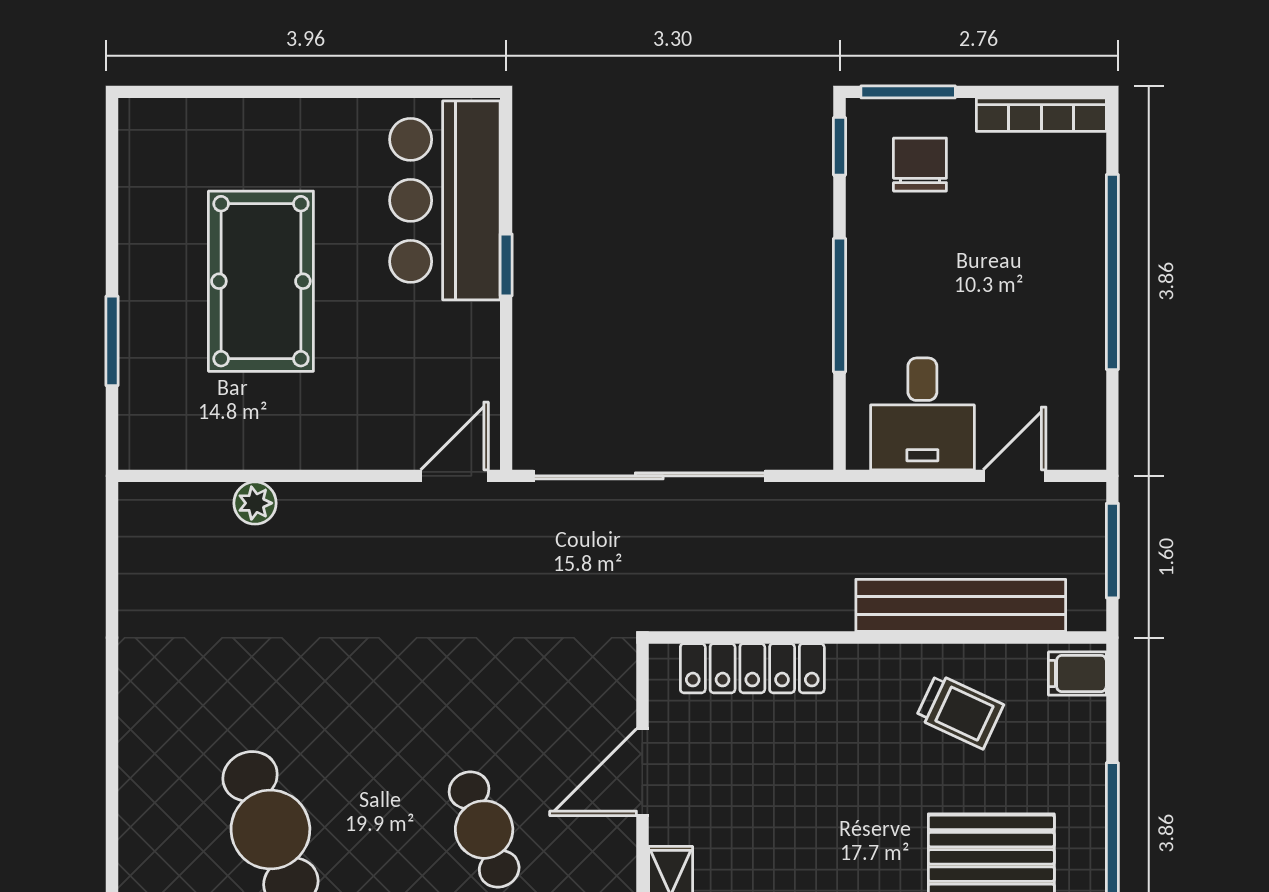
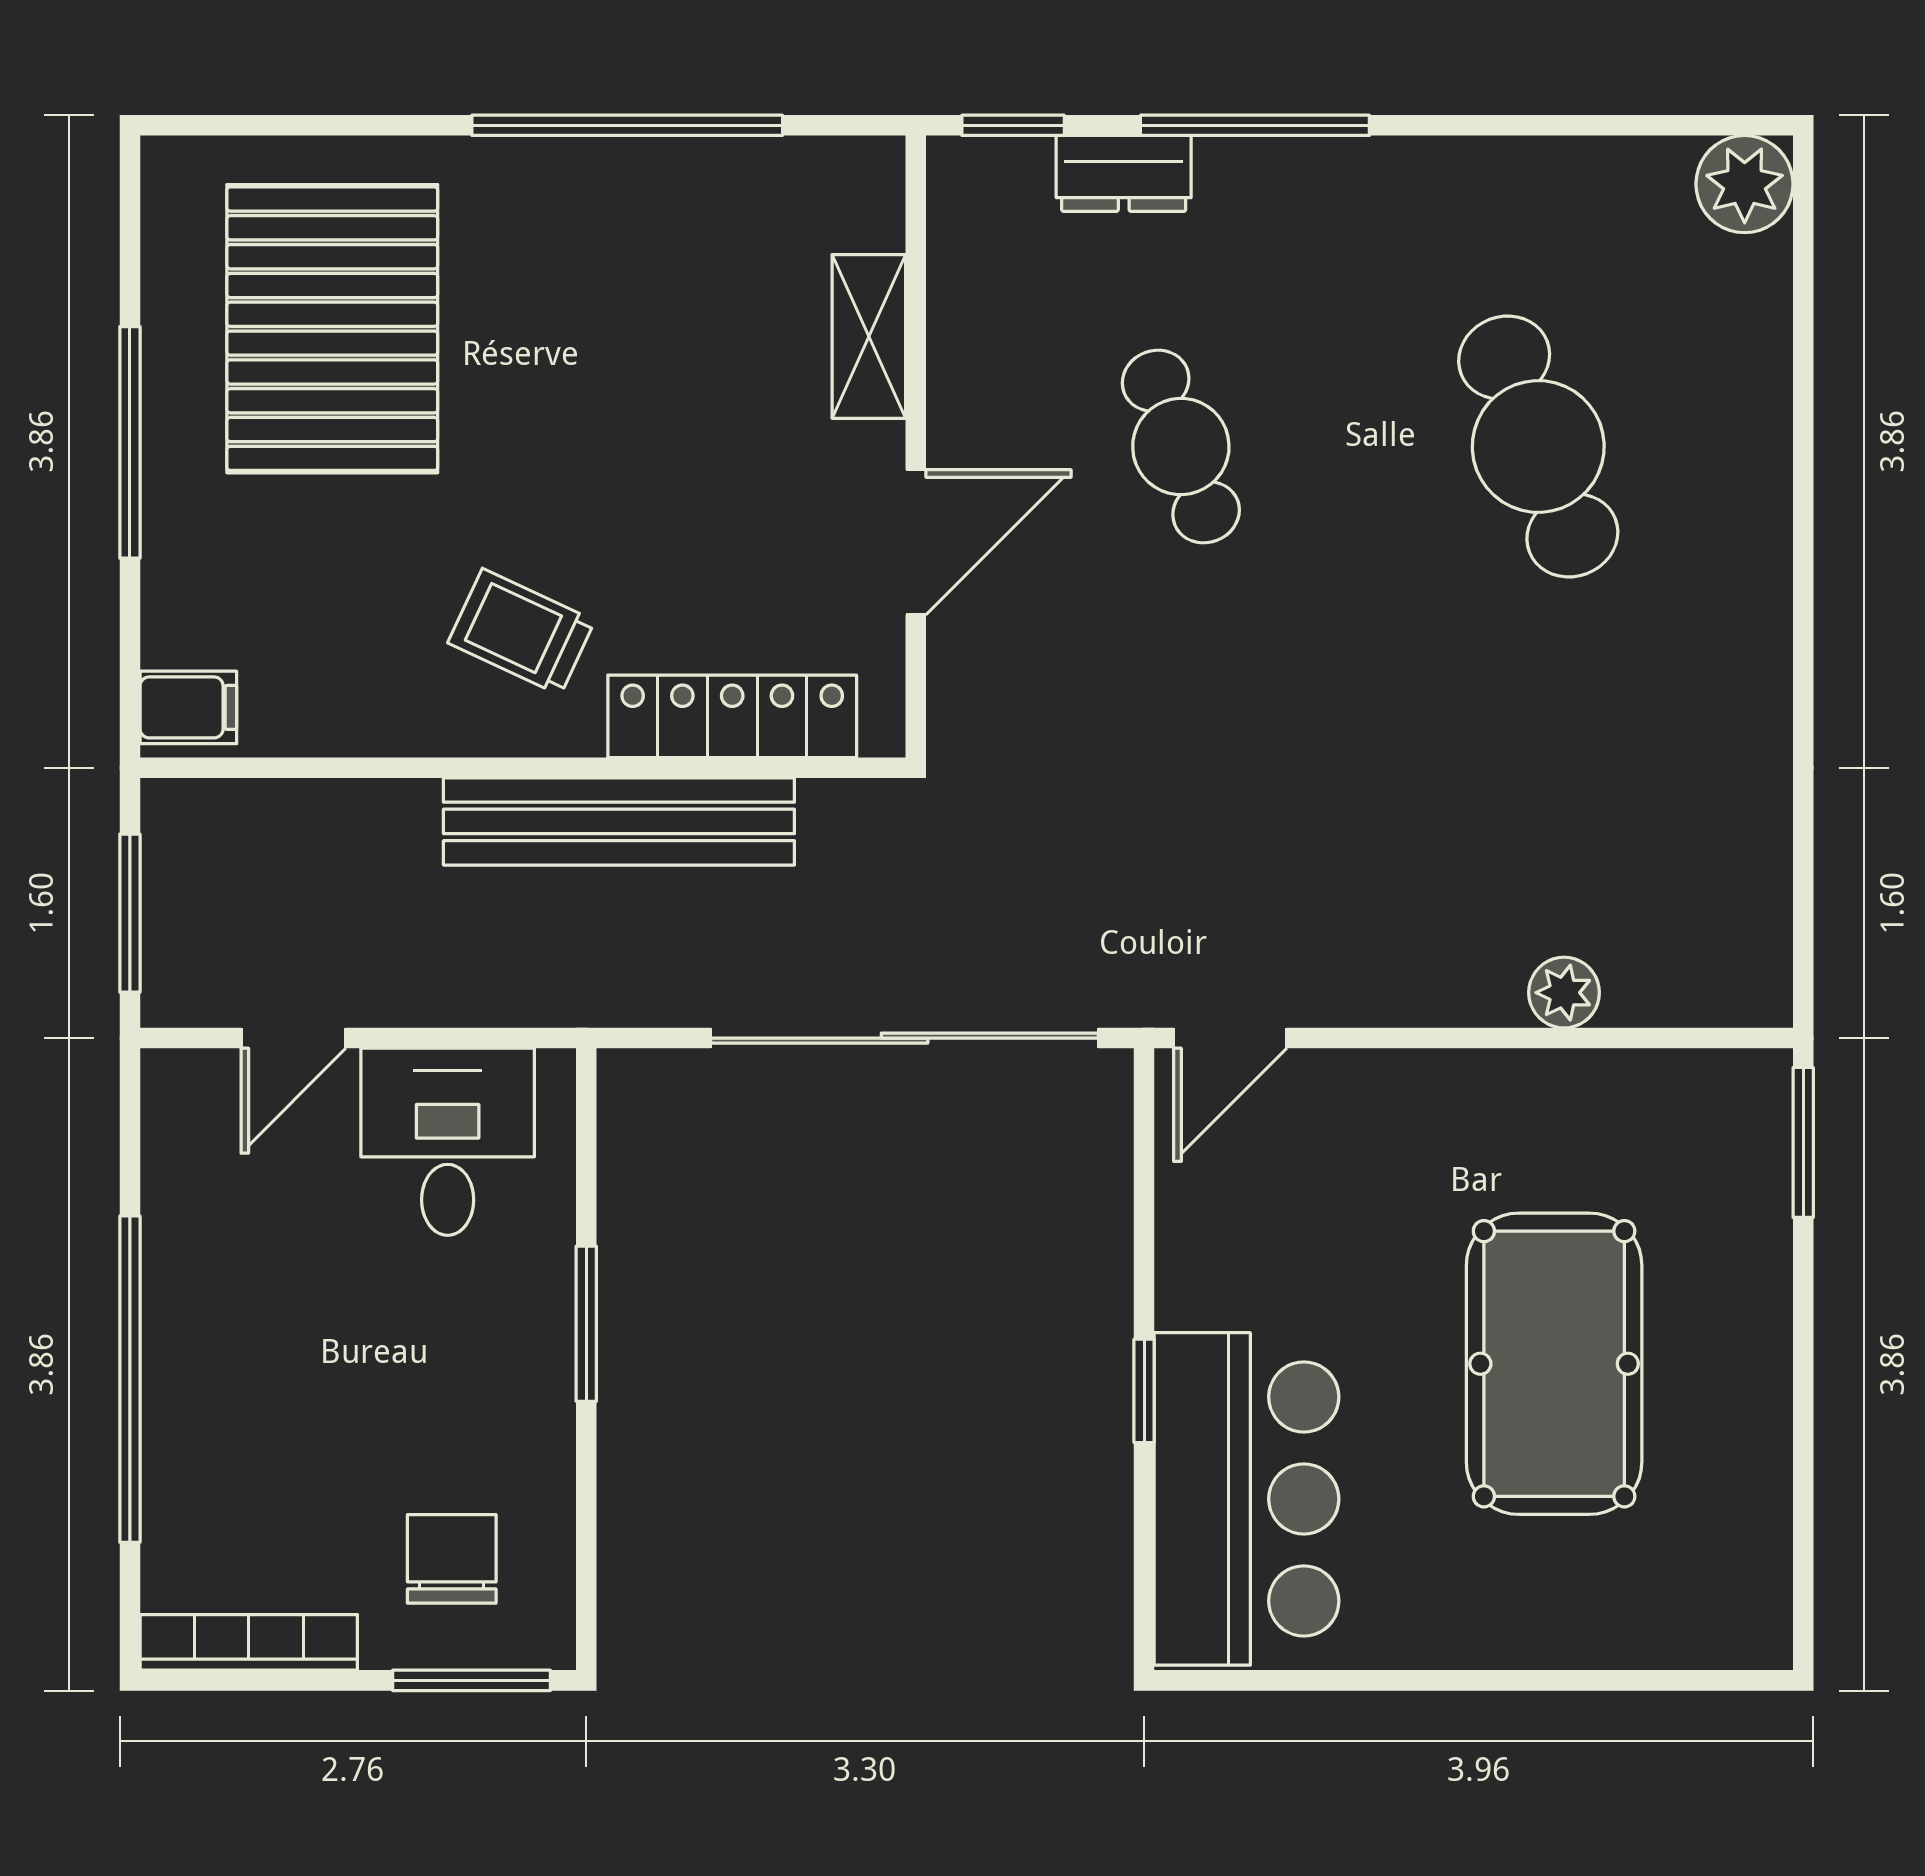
window: (840, 146) -> (586, 1589), removed
chair: (920, 165) -> (452, 1559), turned 180
window: (840, 305) -> (586, 1324), width x0.69
window: (112, 341) -> (1803, 1142), moved
bench: (961, 605) -> (619, 821), moved
trolley: (960, 711) -> (521, 632), moved

